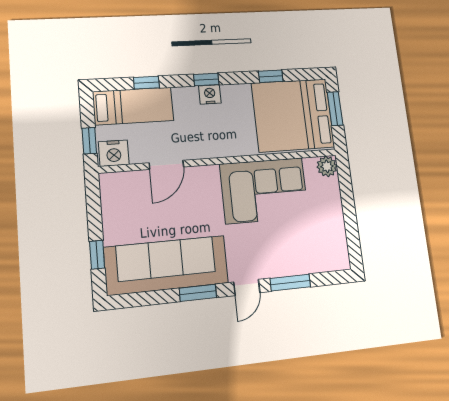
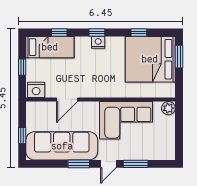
nightstand: (114, 153) -> (36, 90), moved
wall: (221, 161) -> (101, 99), moved
door: (166, 165) -> (67, 99), moved
plant: (327, 166) -> (168, 108), moved
corner sofa: (264, 190) -> (126, 120), moved

